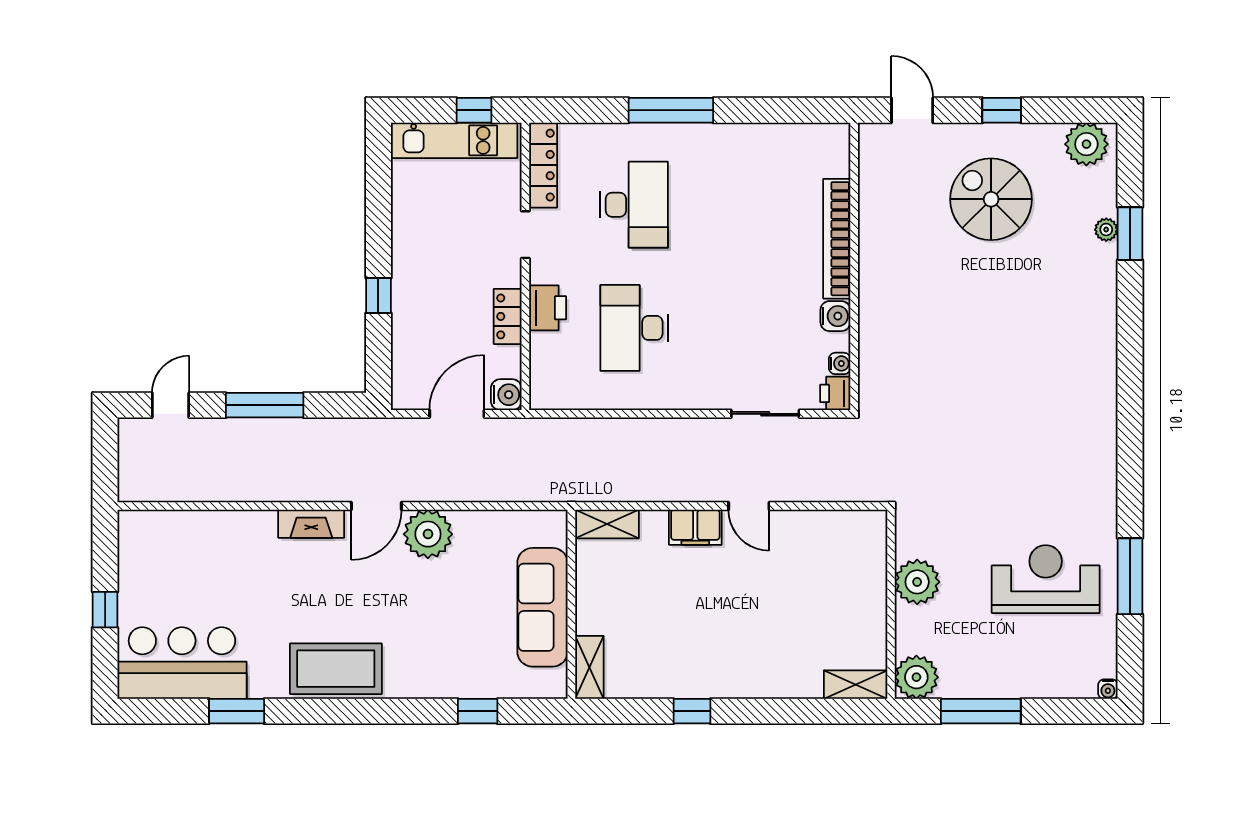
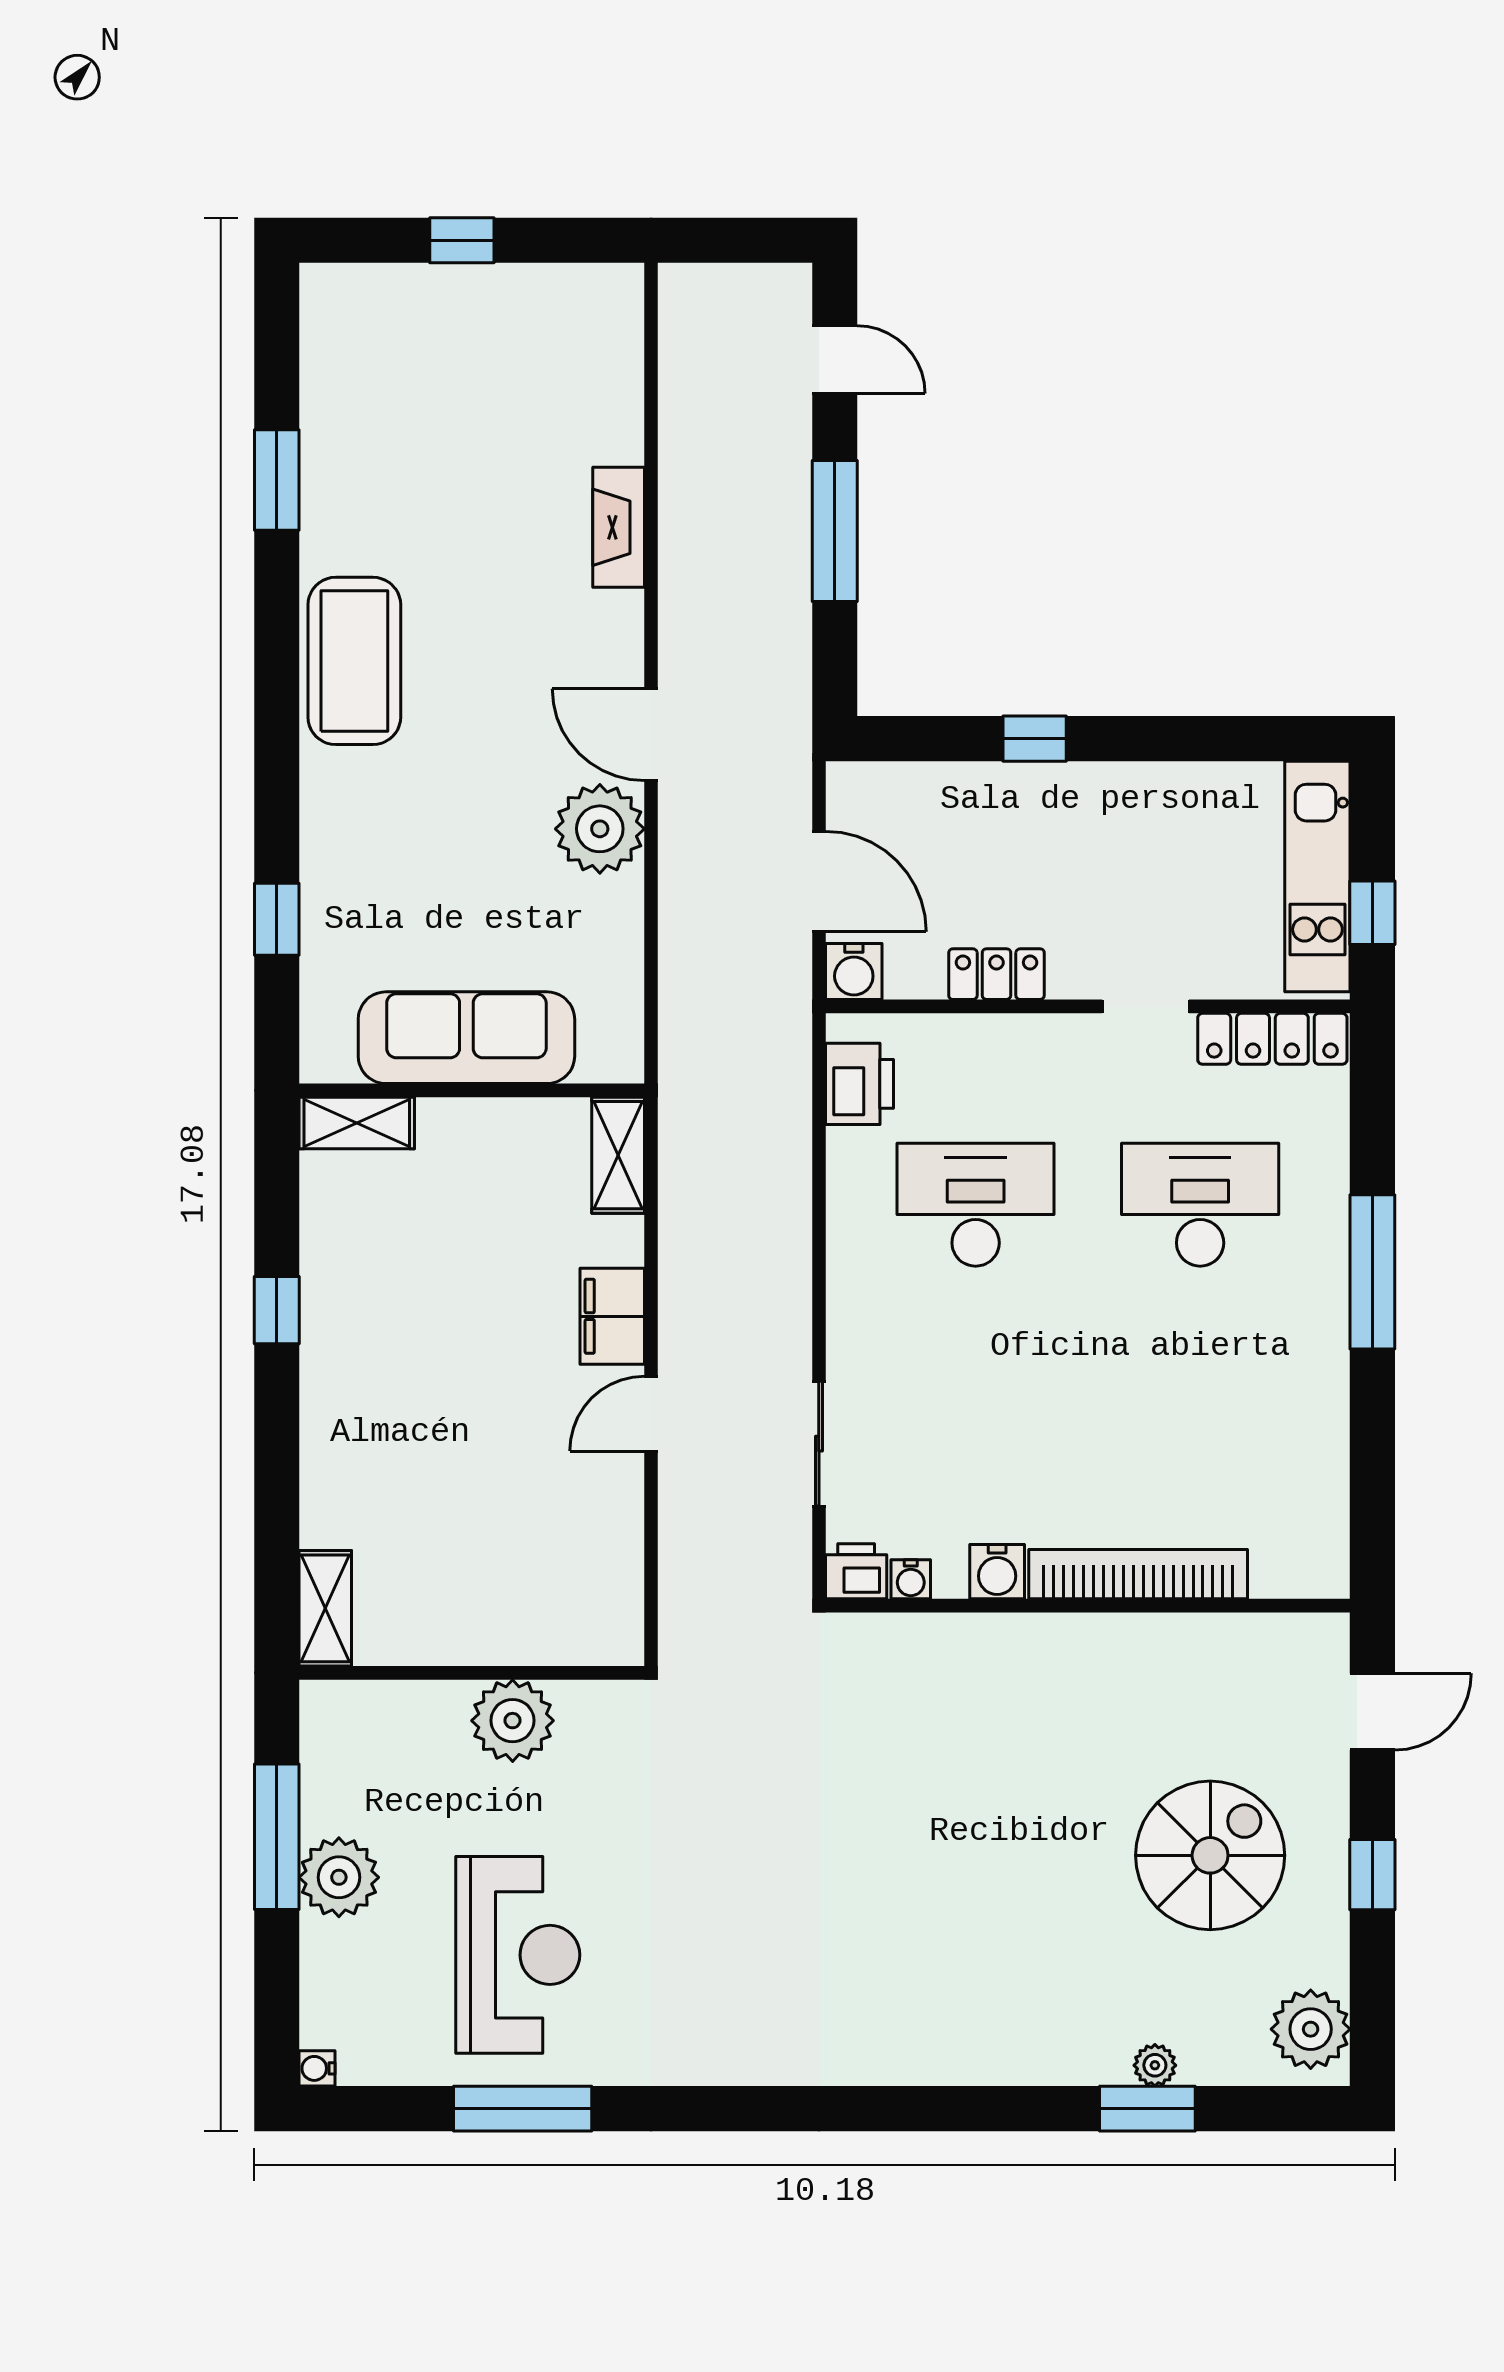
desk: (634, 205) -> (1200, 1205), turned 180
printer: (548, 308) -> (859, 1084), moved, turned -90
fireplace: (311, 524) -> (619, 527), moved
bar counter: (182, 663) -> (365, 380), removed
plant: (916, 677) -> (339, 1877), moved

